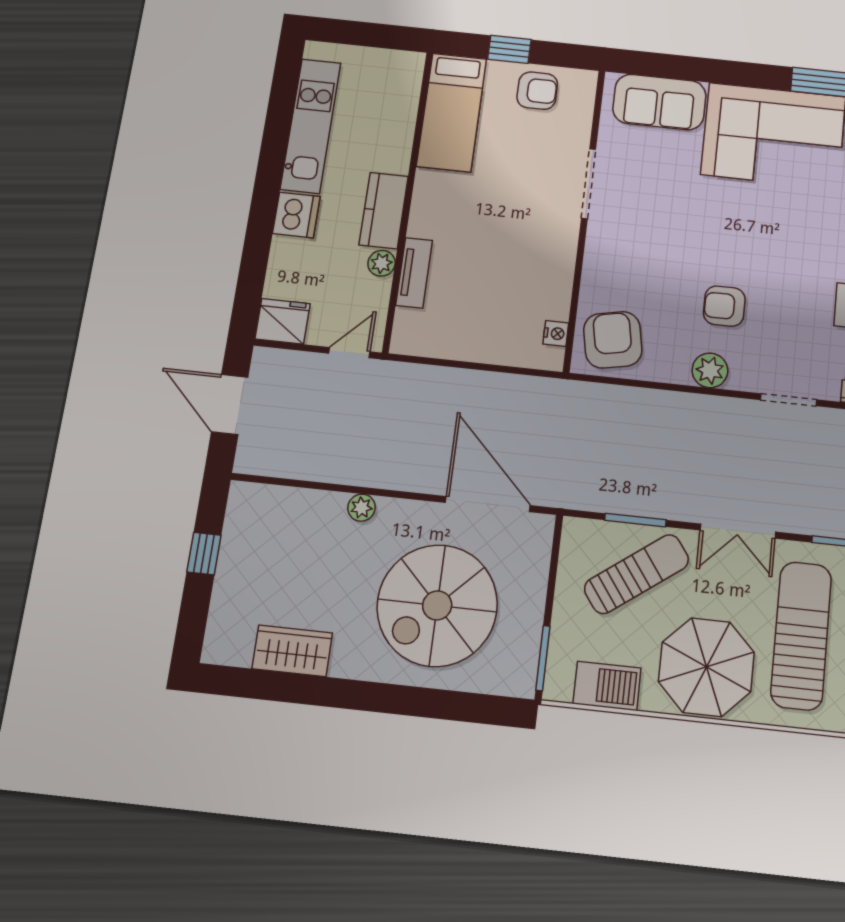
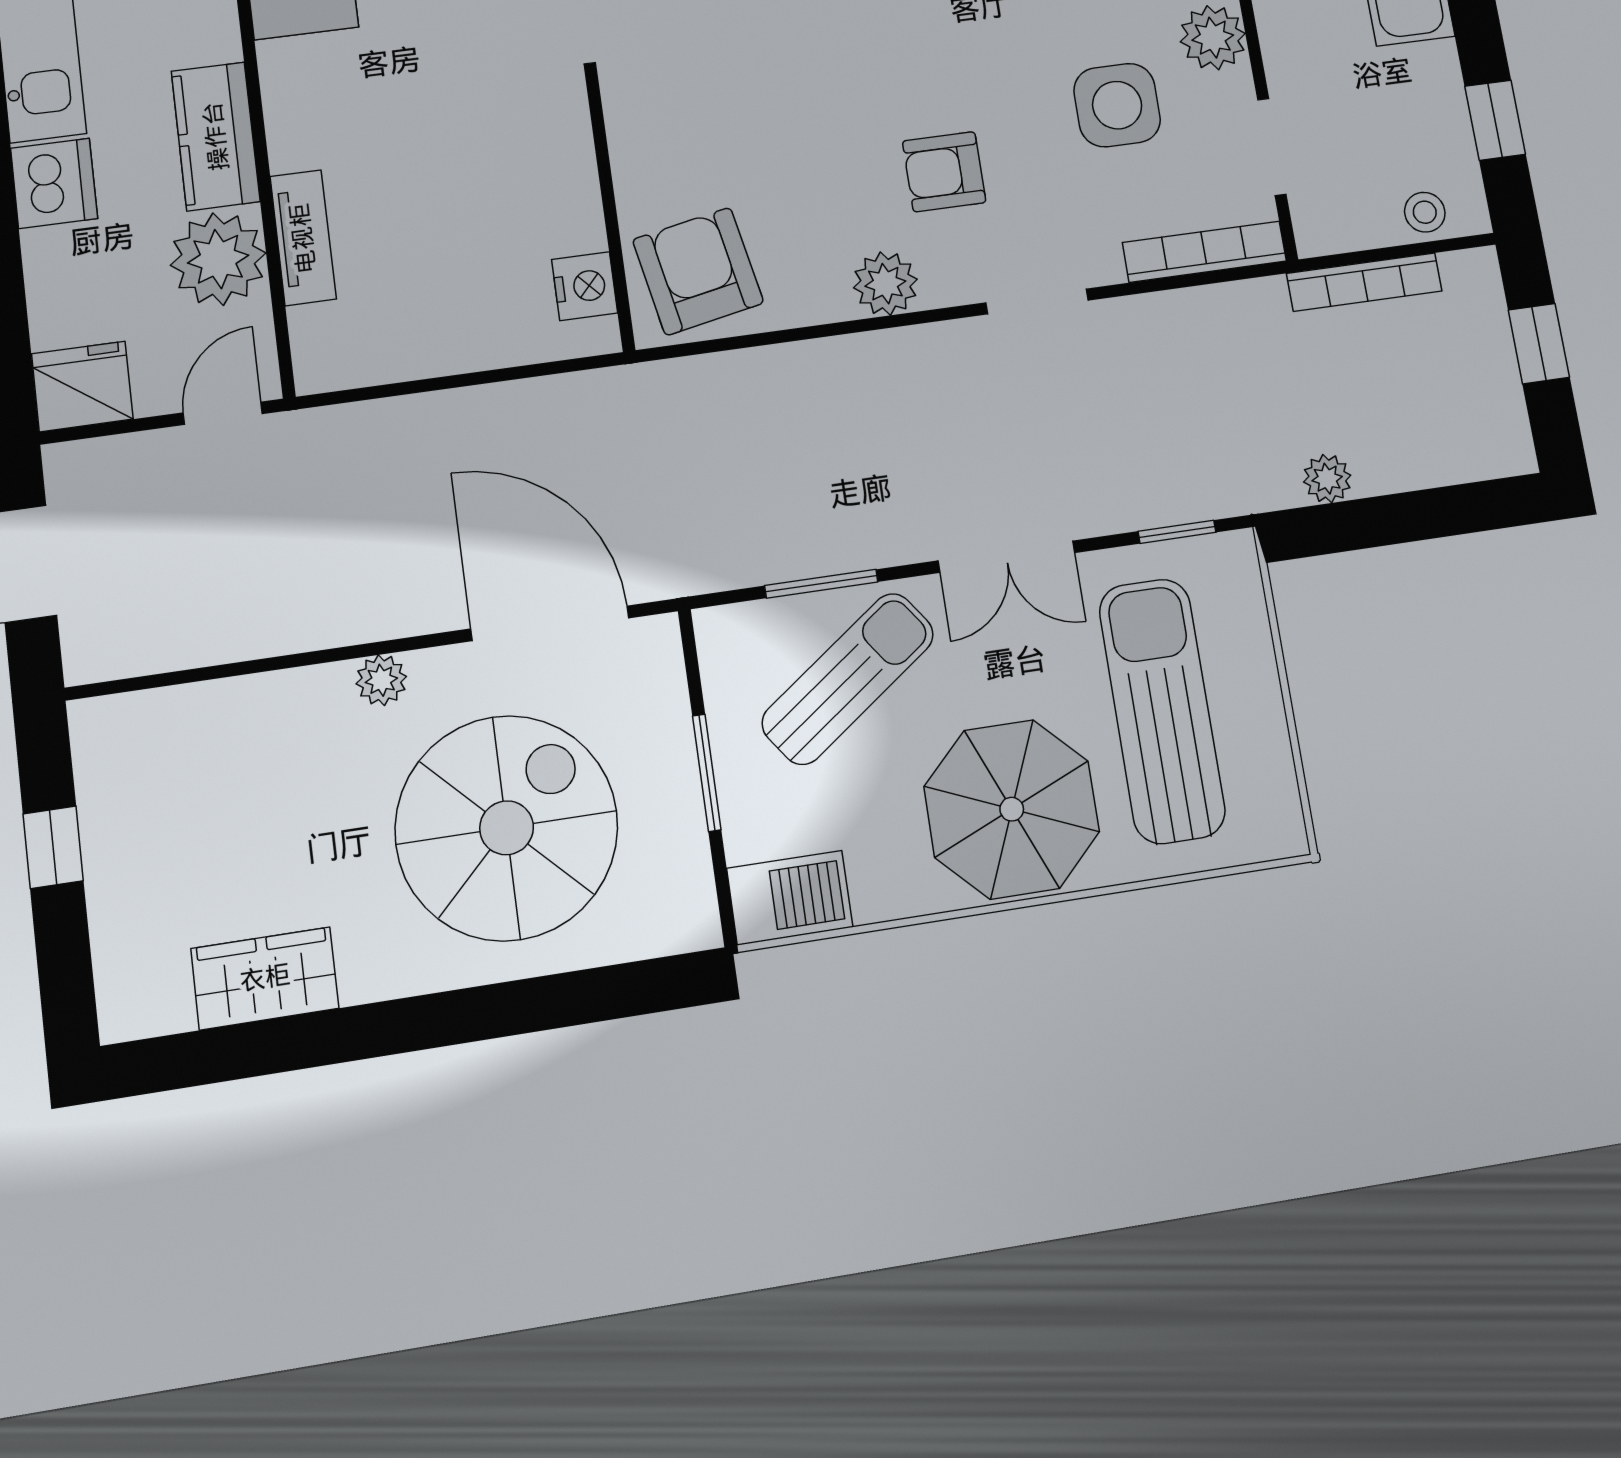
plant: (382, 263) -> (218, 259), width x1.87, depth x1.87
armchair: (724, 306) -> (944, 172), moved
nightstand: (556, 333) -> (585, 286), width x1.39, depth x1.35
plant: (361, 508) -> (381, 680), moved
spiral stairs: (437, 605) -> (507, 828), turned 180
window: (543, 658) -> (707, 773), moved
barbecue: (607, 686) -> (790, 898), moved

